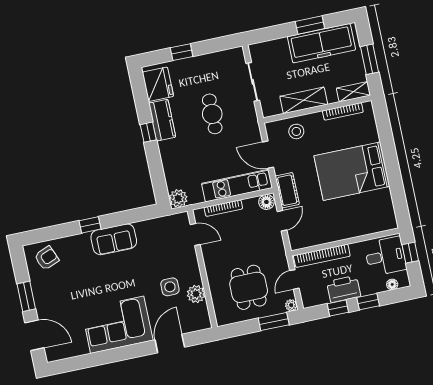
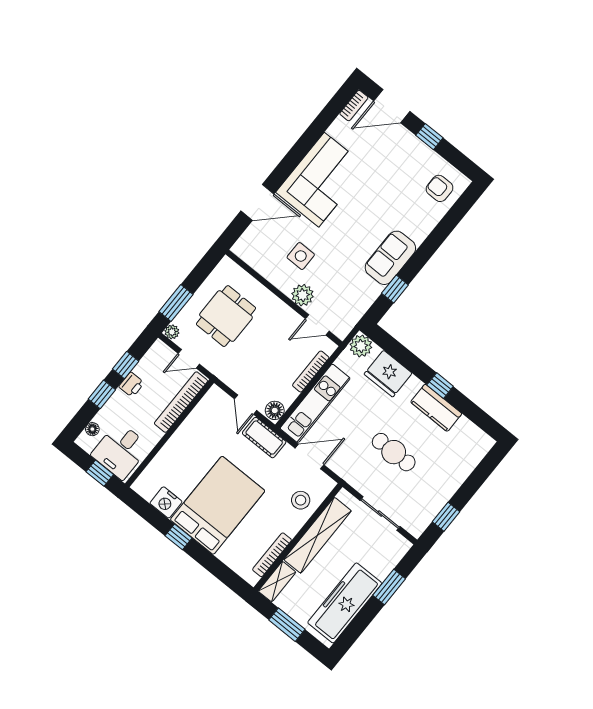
window: (310, 25) -> (389, 587), moved
window: (182, 52) -> (446, 517), moved
fridge: (158, 84) -> (388, 374), moved
shelving: (304, 100) -> (318, 535), width x1.47
window: (393, 171) -> (179, 537), added
nightstand: (383, 200) -> (166, 502), added
window: (90, 225) -> (395, 289), moved
armchair: (47, 258) -> (440, 188), turned 112
door: (294, 279) -> (189, 359), swing flipped
dining table: (249, 287) -> (226, 316), turned 90
printer: (344, 289) -> (131, 385), width x0.53, depth x0.68
plant: (196, 294) -> (303, 295), moved
window: (26, 296) -> (429, 137), width x0.67
door: (170, 343) -> (257, 202), hinge flipped
bookcase: (58, 355) -> (354, 106), added

